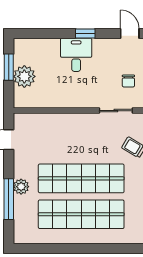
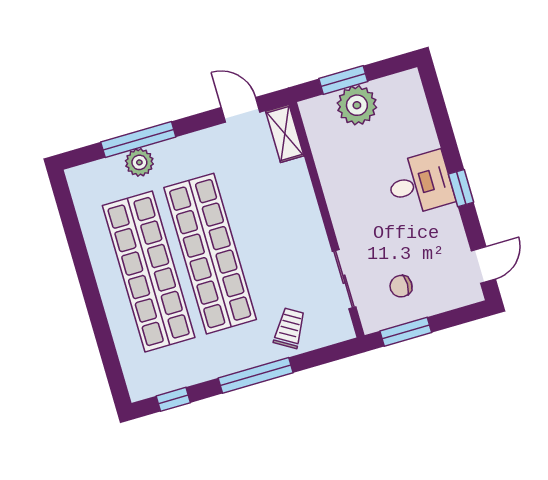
window: (9, 67) -> (343, 80), moved
shelving: (28, 120) -> (285, 134), added
plant: (21, 187) -> (139, 162), moved

